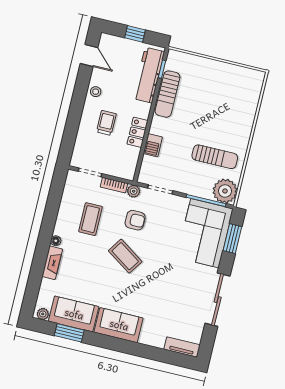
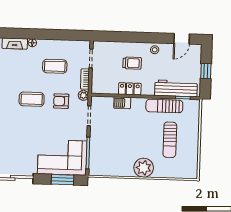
sun lounger: (215, 157) -> (170, 140), moved
plant: (225, 191) -> (144, 168), moved
armchair: (135, 220) -> (61, 101), turned 90
coffee table: (125, 256) -> (32, 99), turned 56

